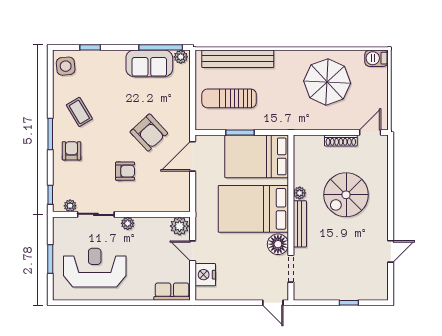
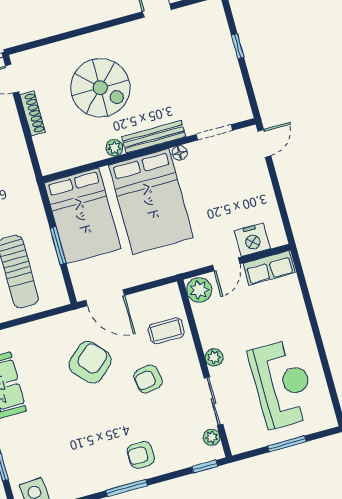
coffee table: (79, 112) -> (166, 331), moved, turned 31
armchair: (125, 171) -> (148, 379), turned -100
floor lamp: (278, 244) -> (180, 153), width x0.53, depth x0.53
reception desk: (95, 268) -> (282, 384), turned 180
row of seats: (172, 292) -> (269, 268), moved, turned -90

